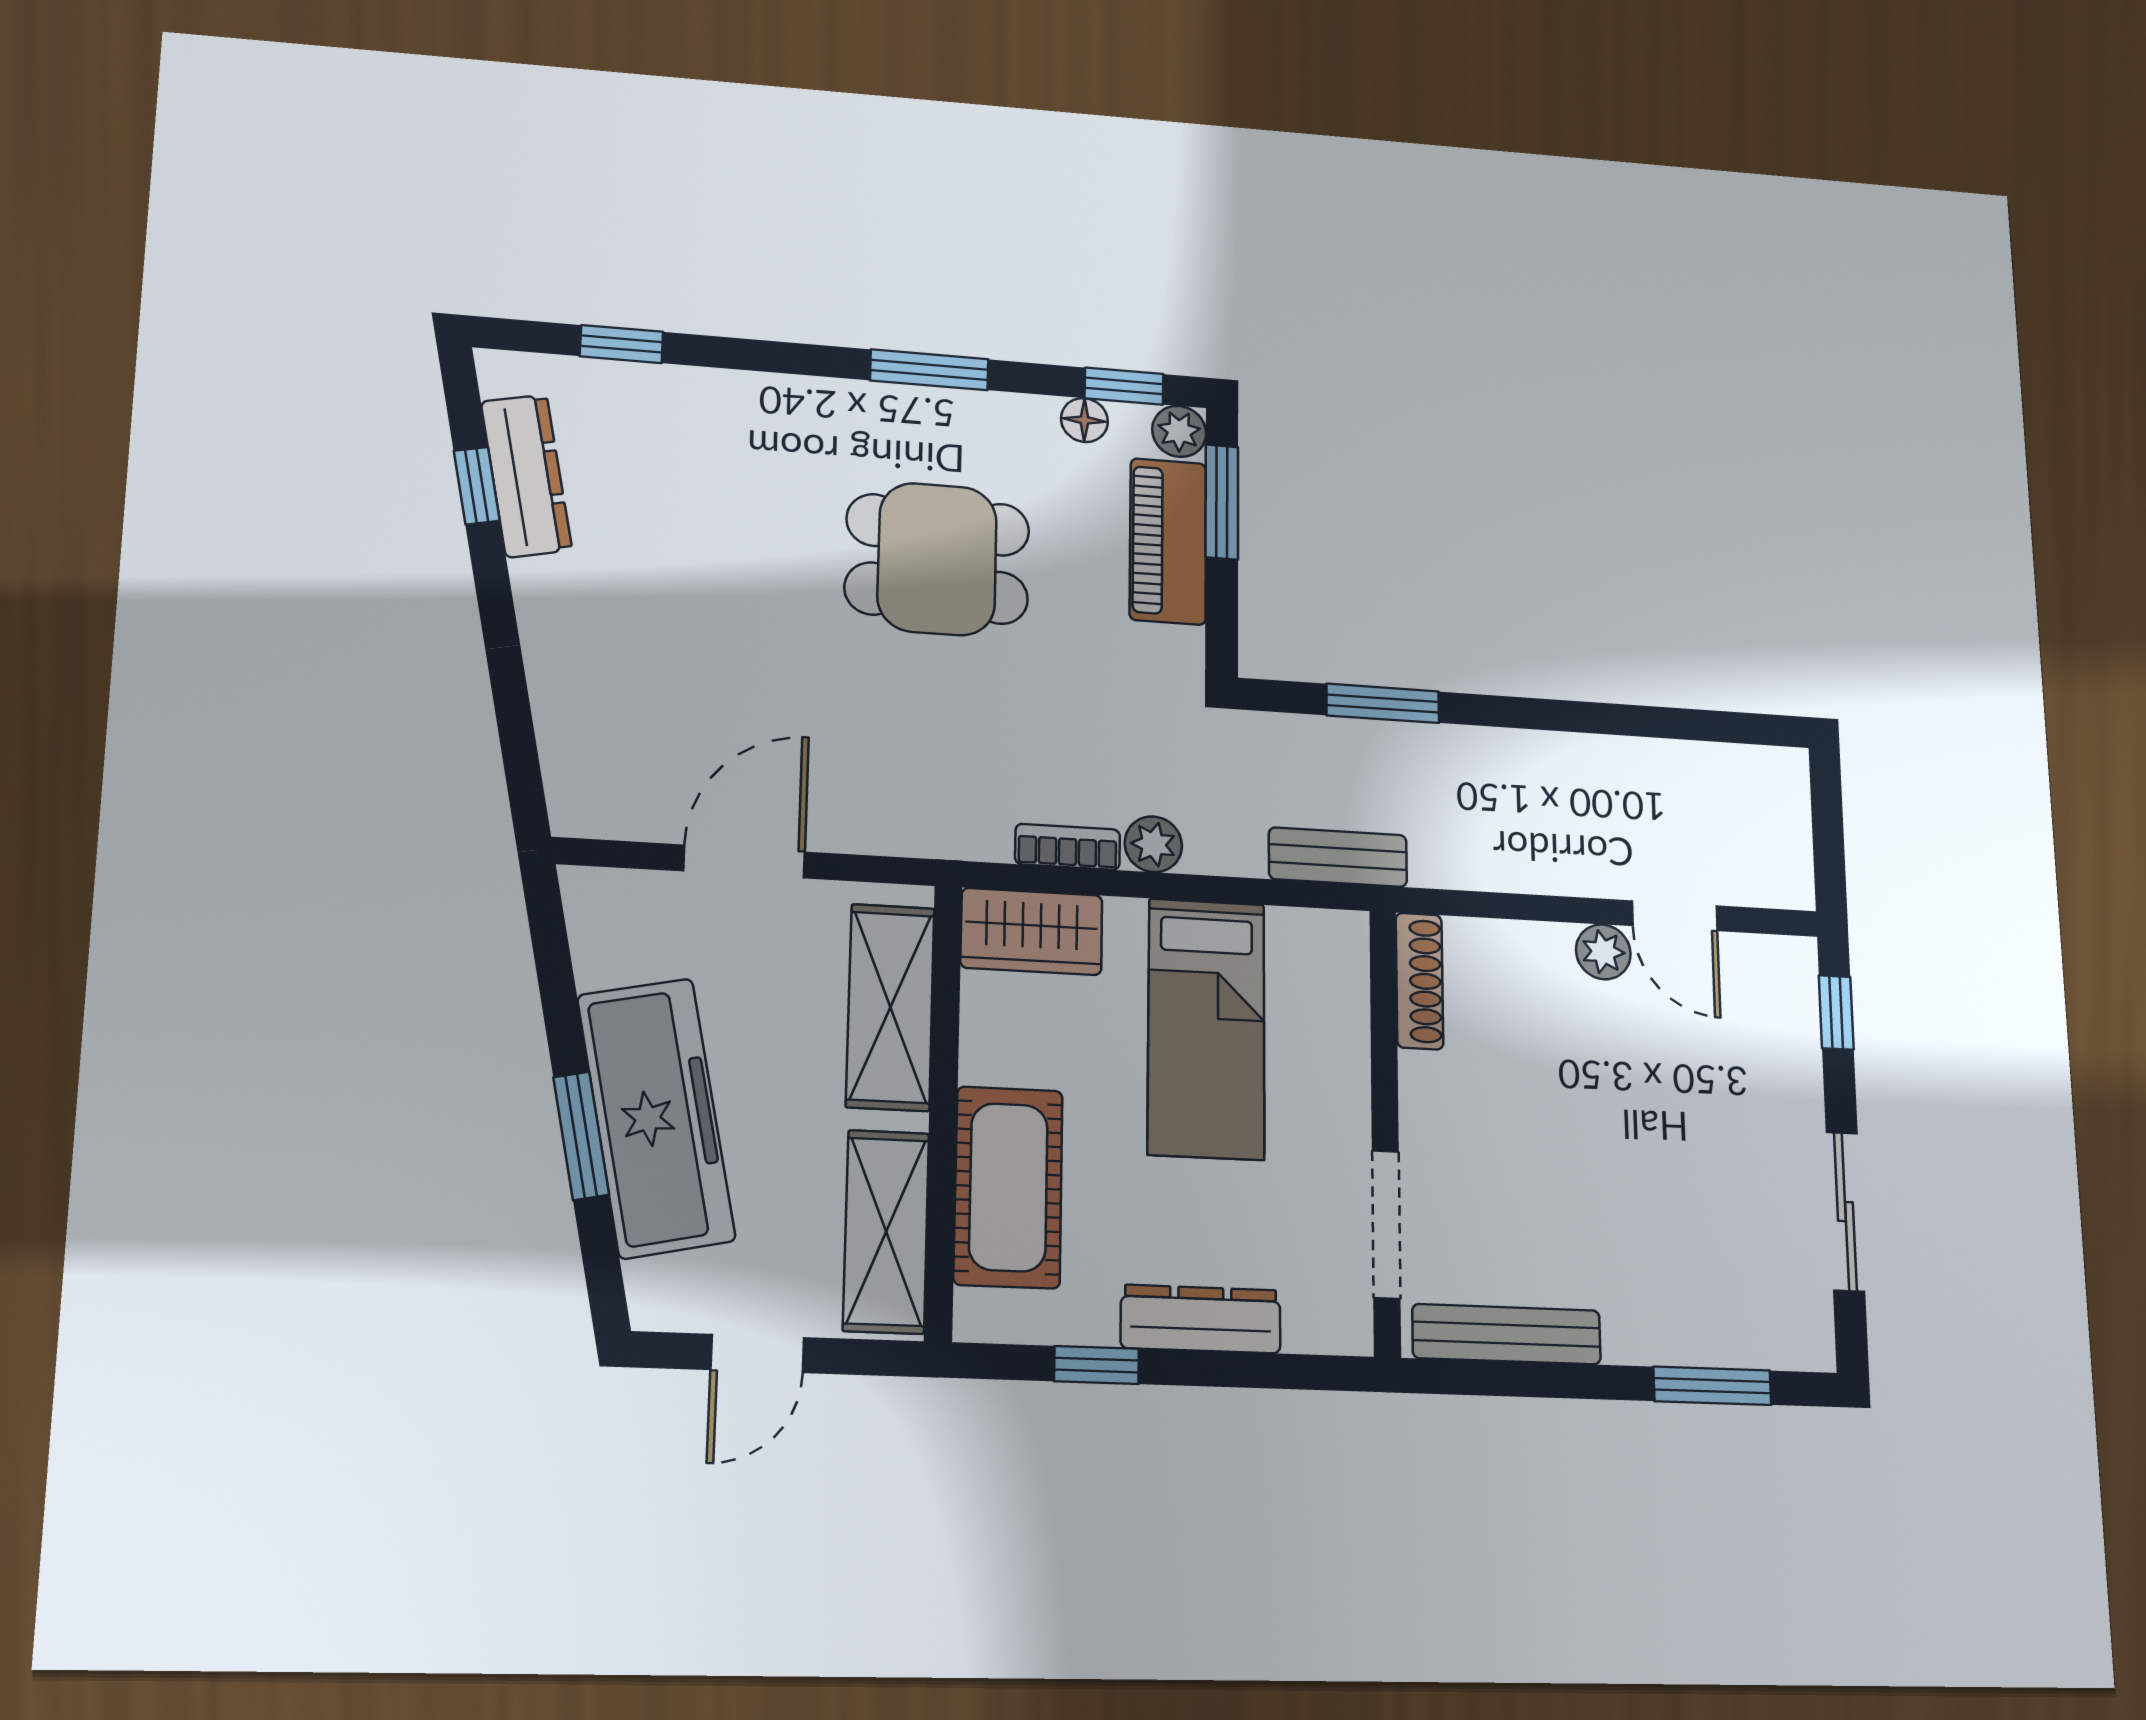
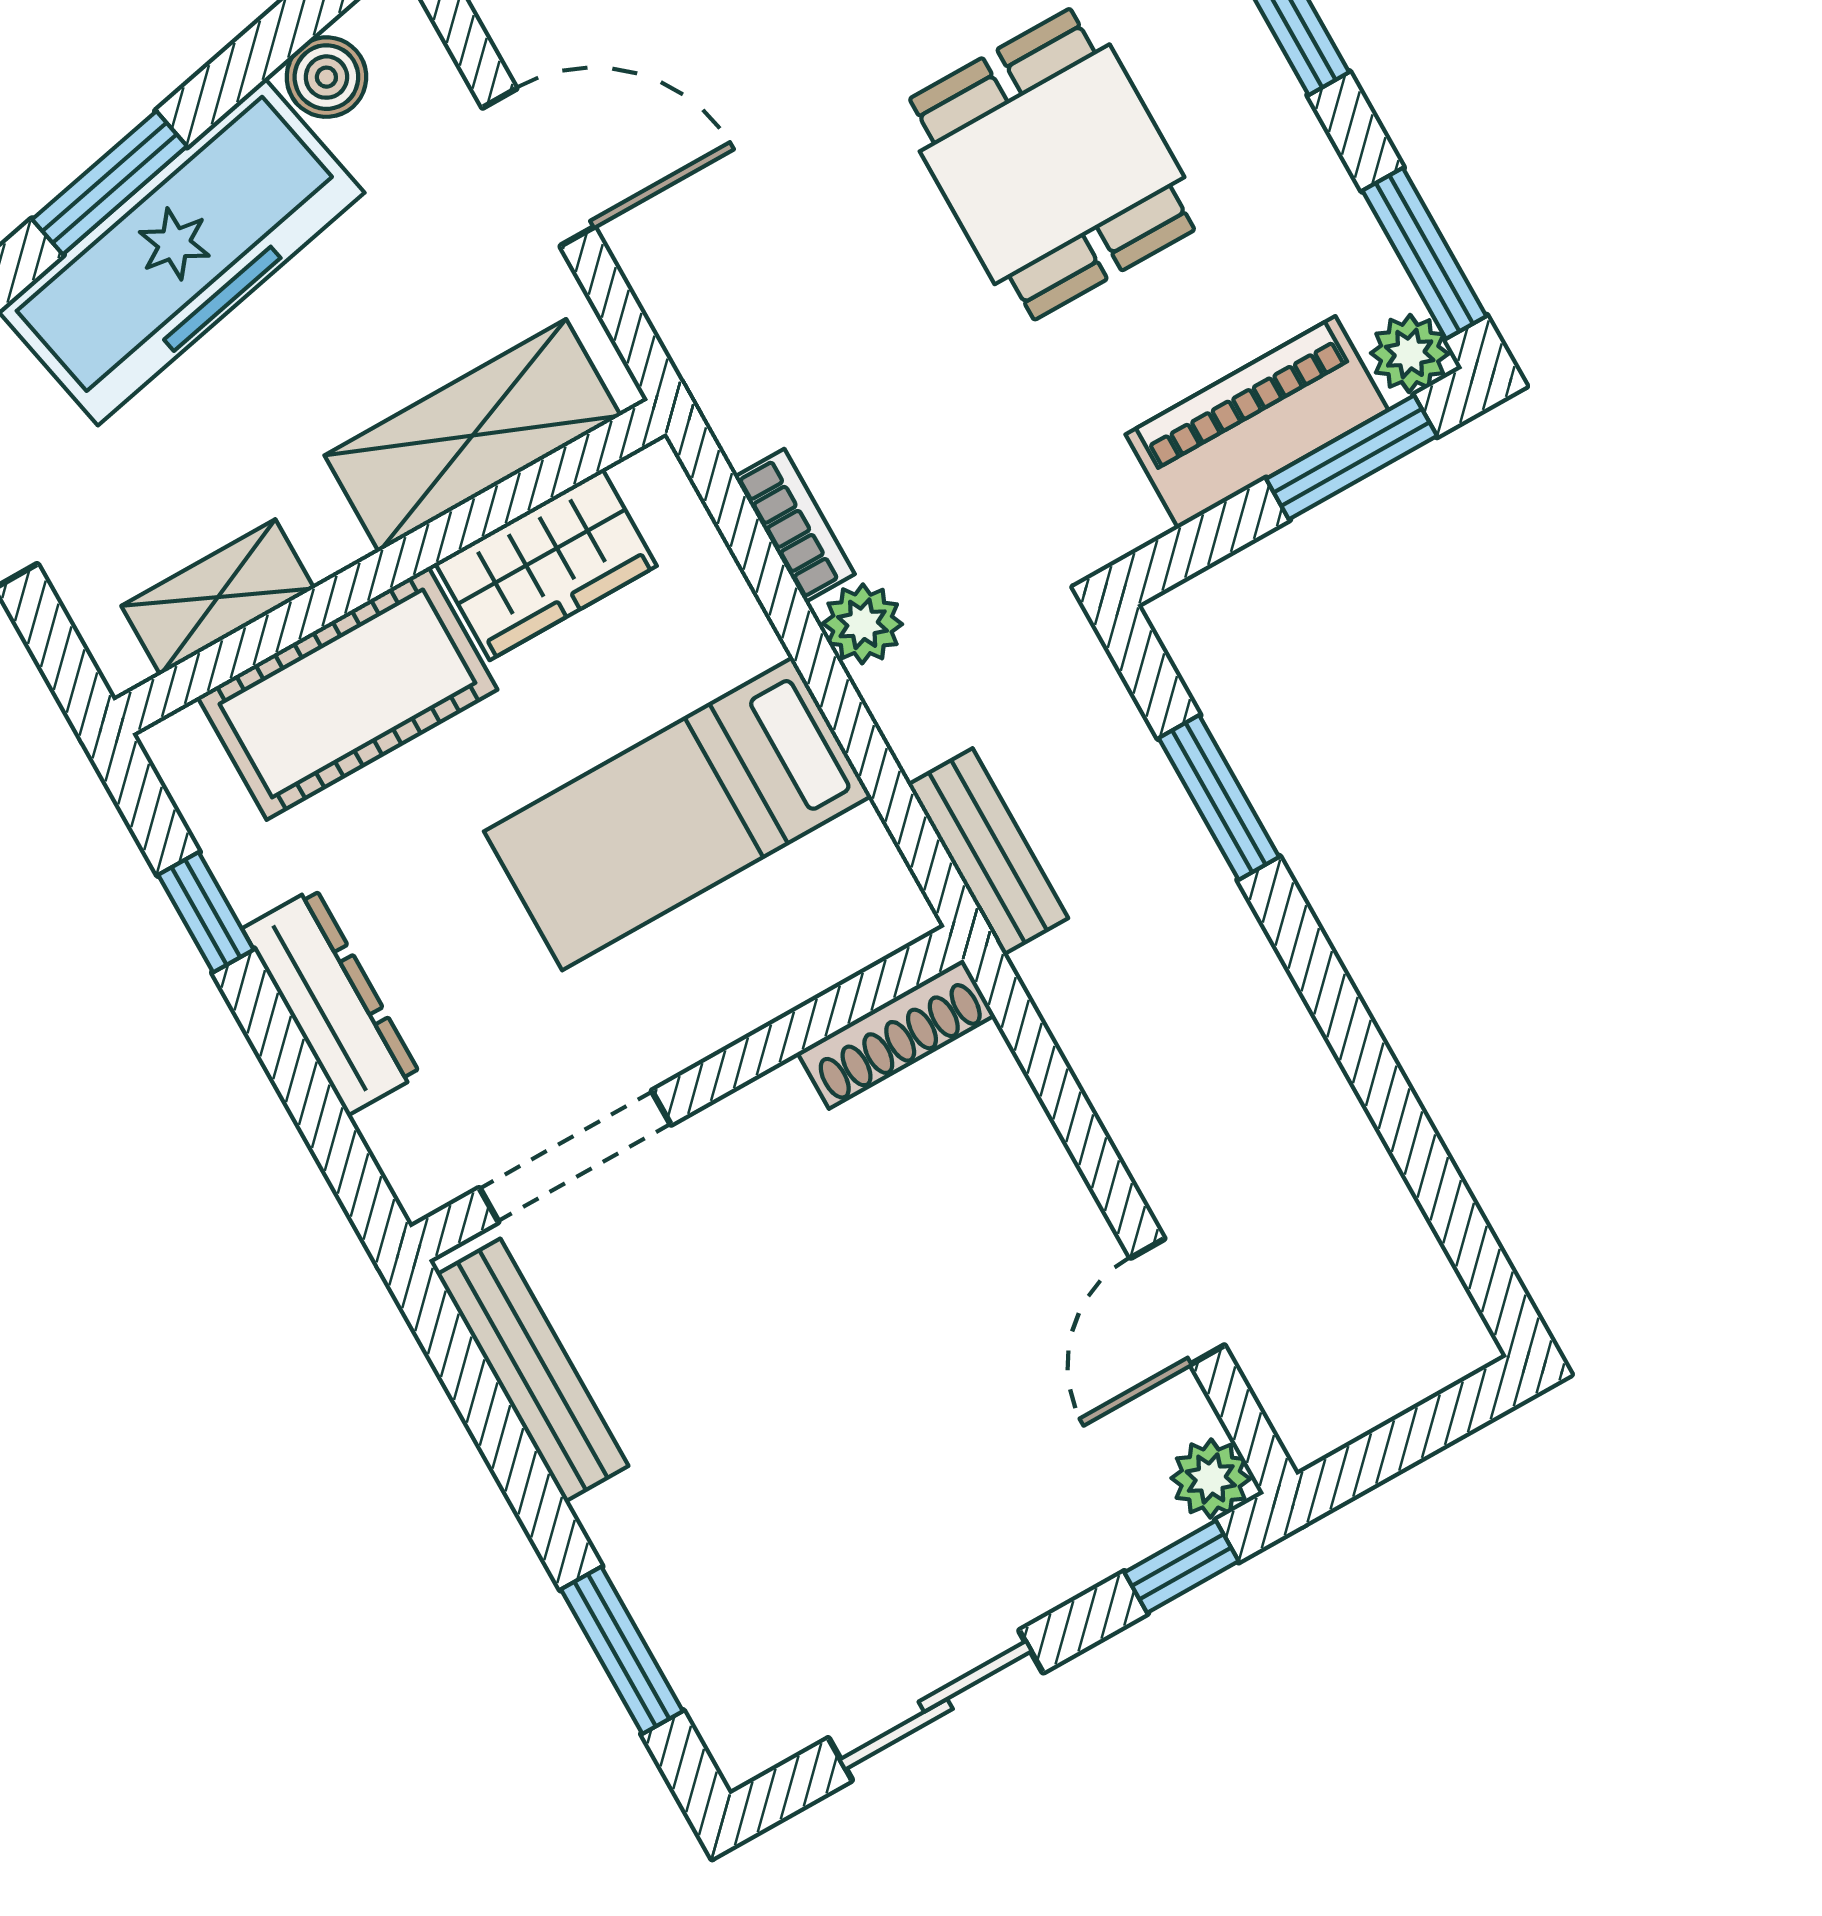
window: (1124, 386) -> (1424, 253), width x1.50
floor lamp: (1084, 420) -> (1348, 232), removed
wardrobe: (1032, 931) -> (546, 565), moved, turned -90
plant: (1603, 952) -> (1211, 1479), moved
boiler: (601, 956) -> (326, 77), added
shelving: (886, 1232) -> (218, 597), width x0.67, depth x0.75

